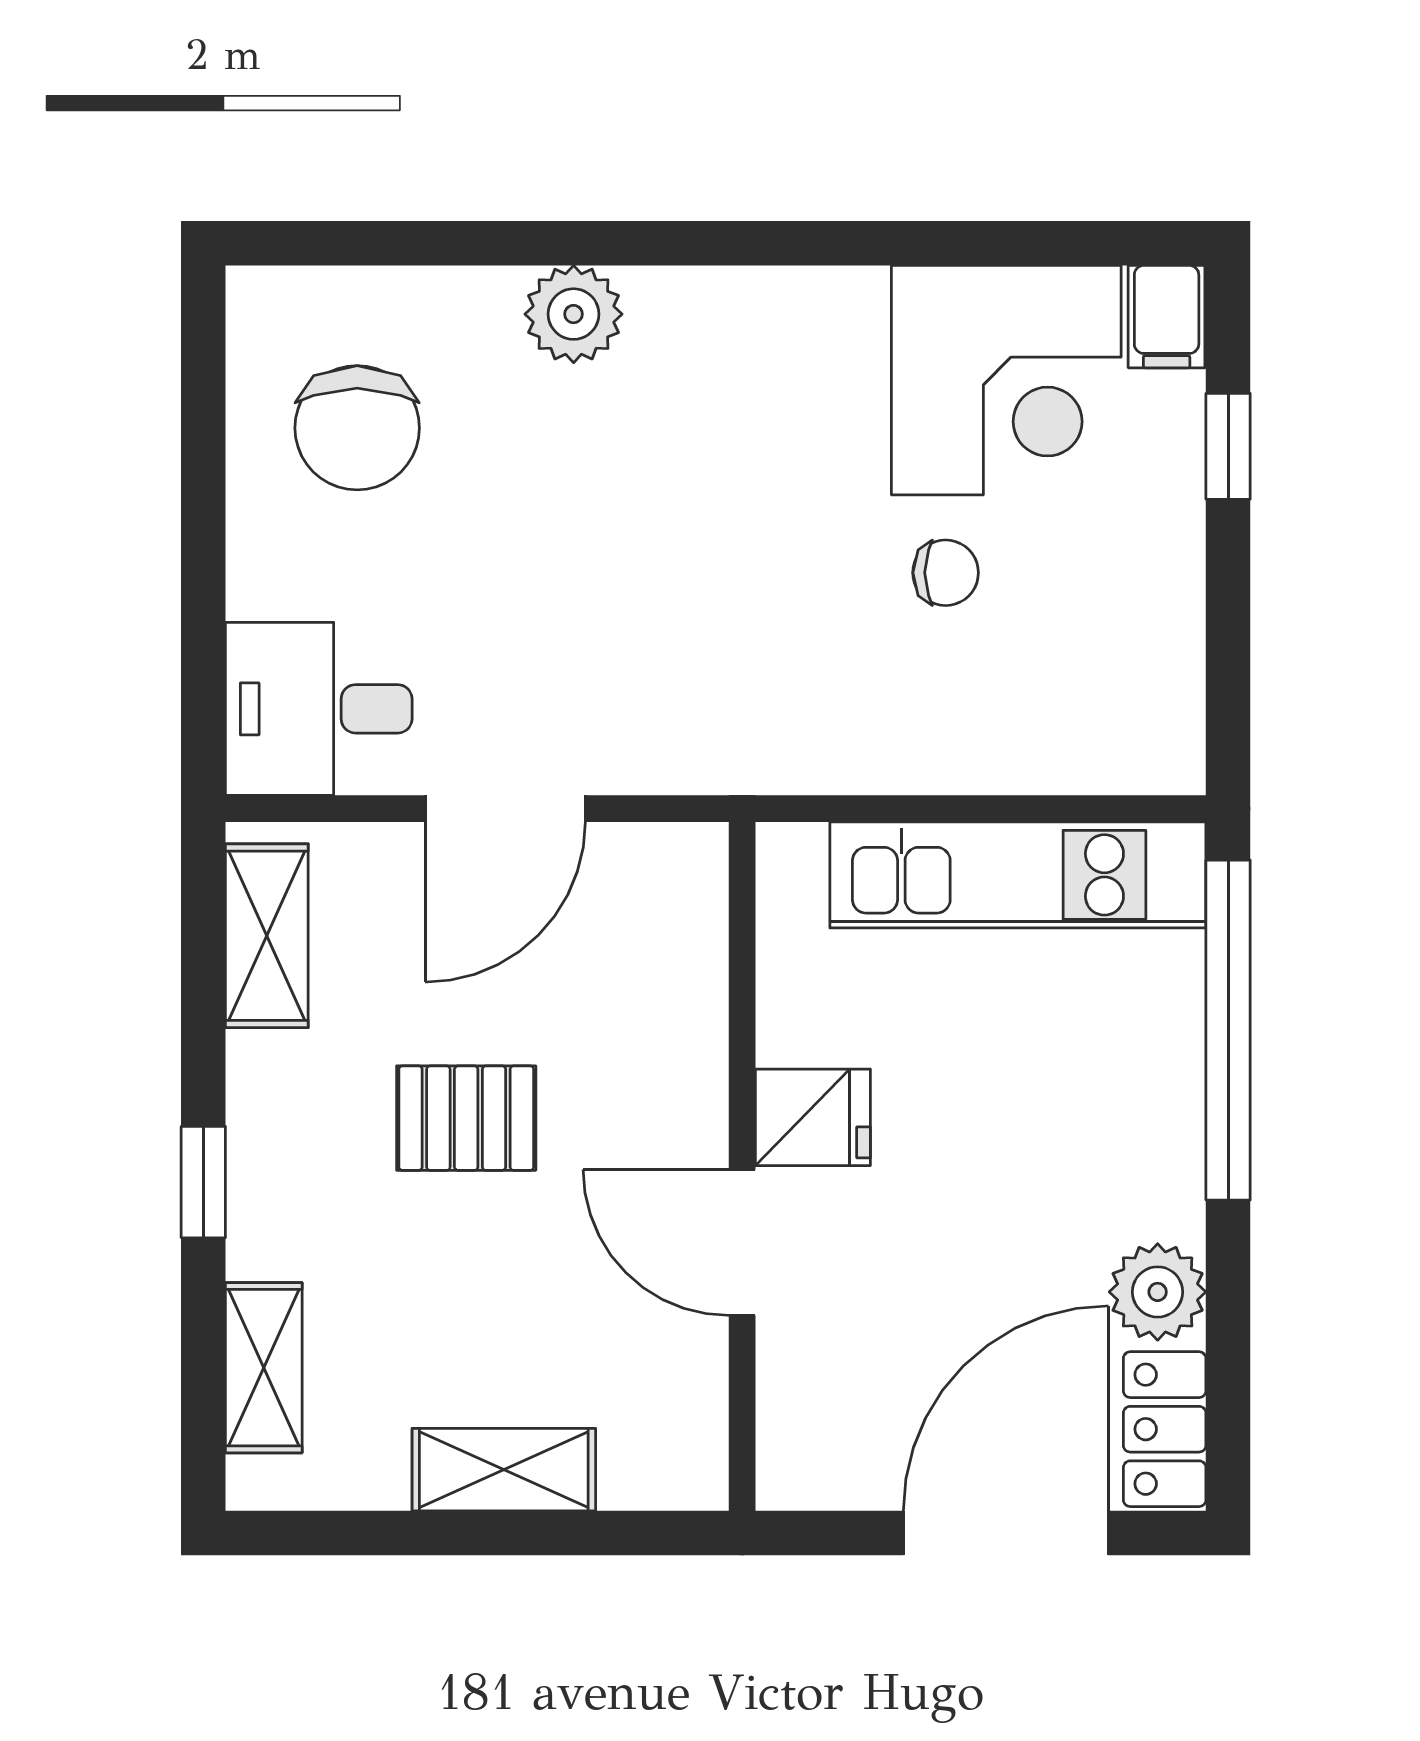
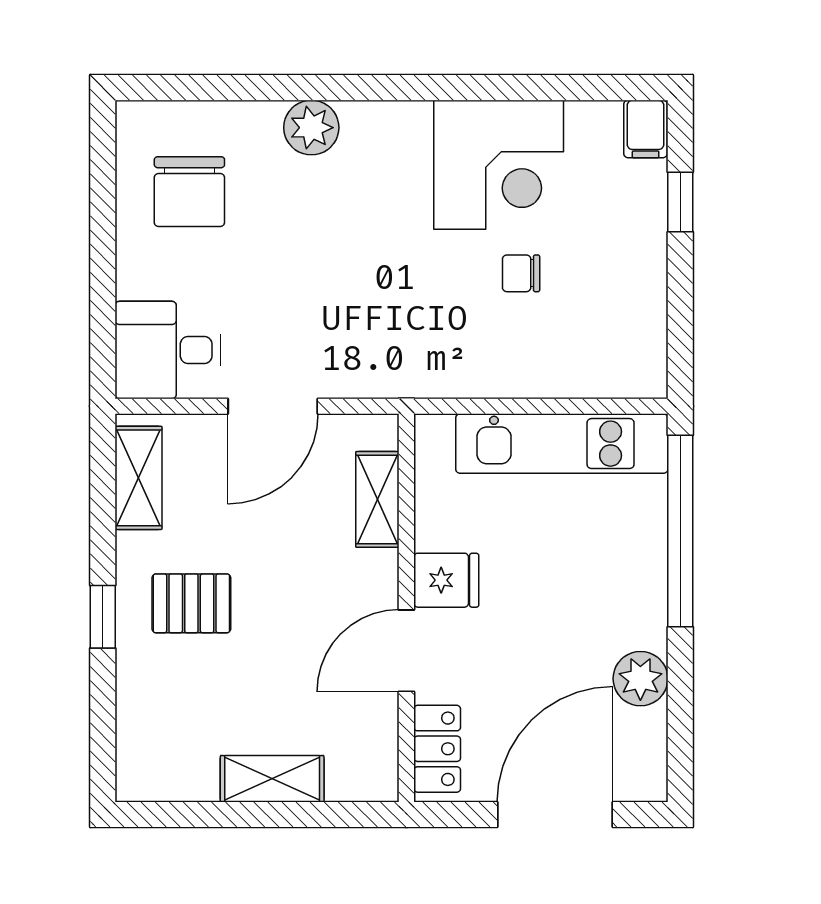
corner desk: (1006, 380) -> (499, 165), moved
chair: (946, 573) -> (521, 273), turned 180
pallet: (466, 1118) -> (191, 603), moved
door: (742, 1243) -> (406, 651), hinge flipped
shelving: (264, 1368) -> (377, 499), moved
locker: (1165, 1429) -> (437, 749), moved, turned 180

